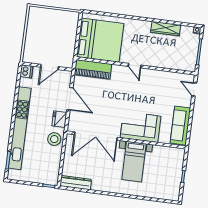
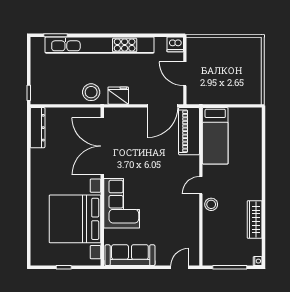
bed: (100, 40) -> (215, 136), width x0.49
stool: (150, 60) -> (211, 204), added
door: (70, 99) -> (163, 106), moved
bed with nightstands: (134, 162) -> (75, 219), width x1.85

